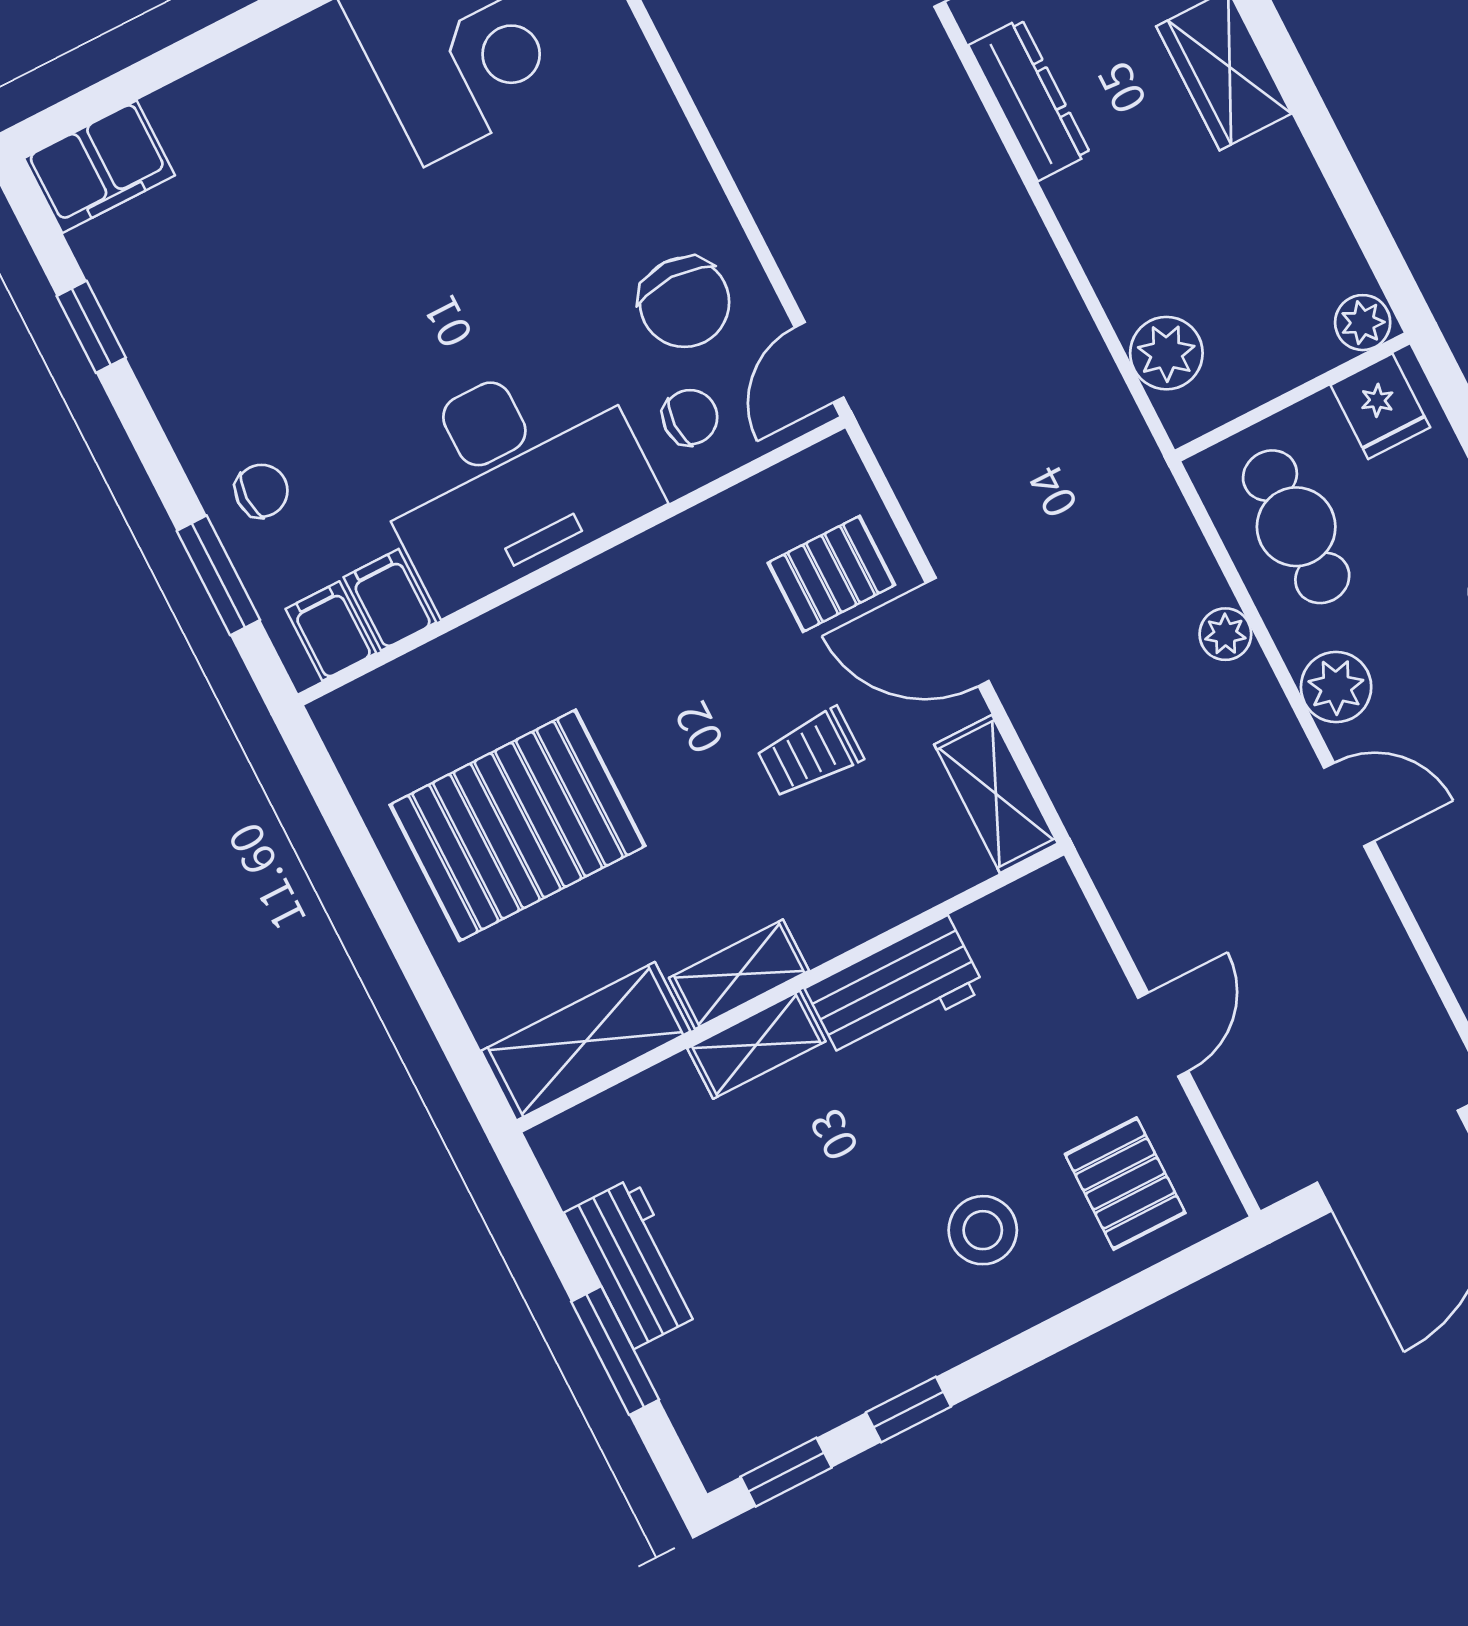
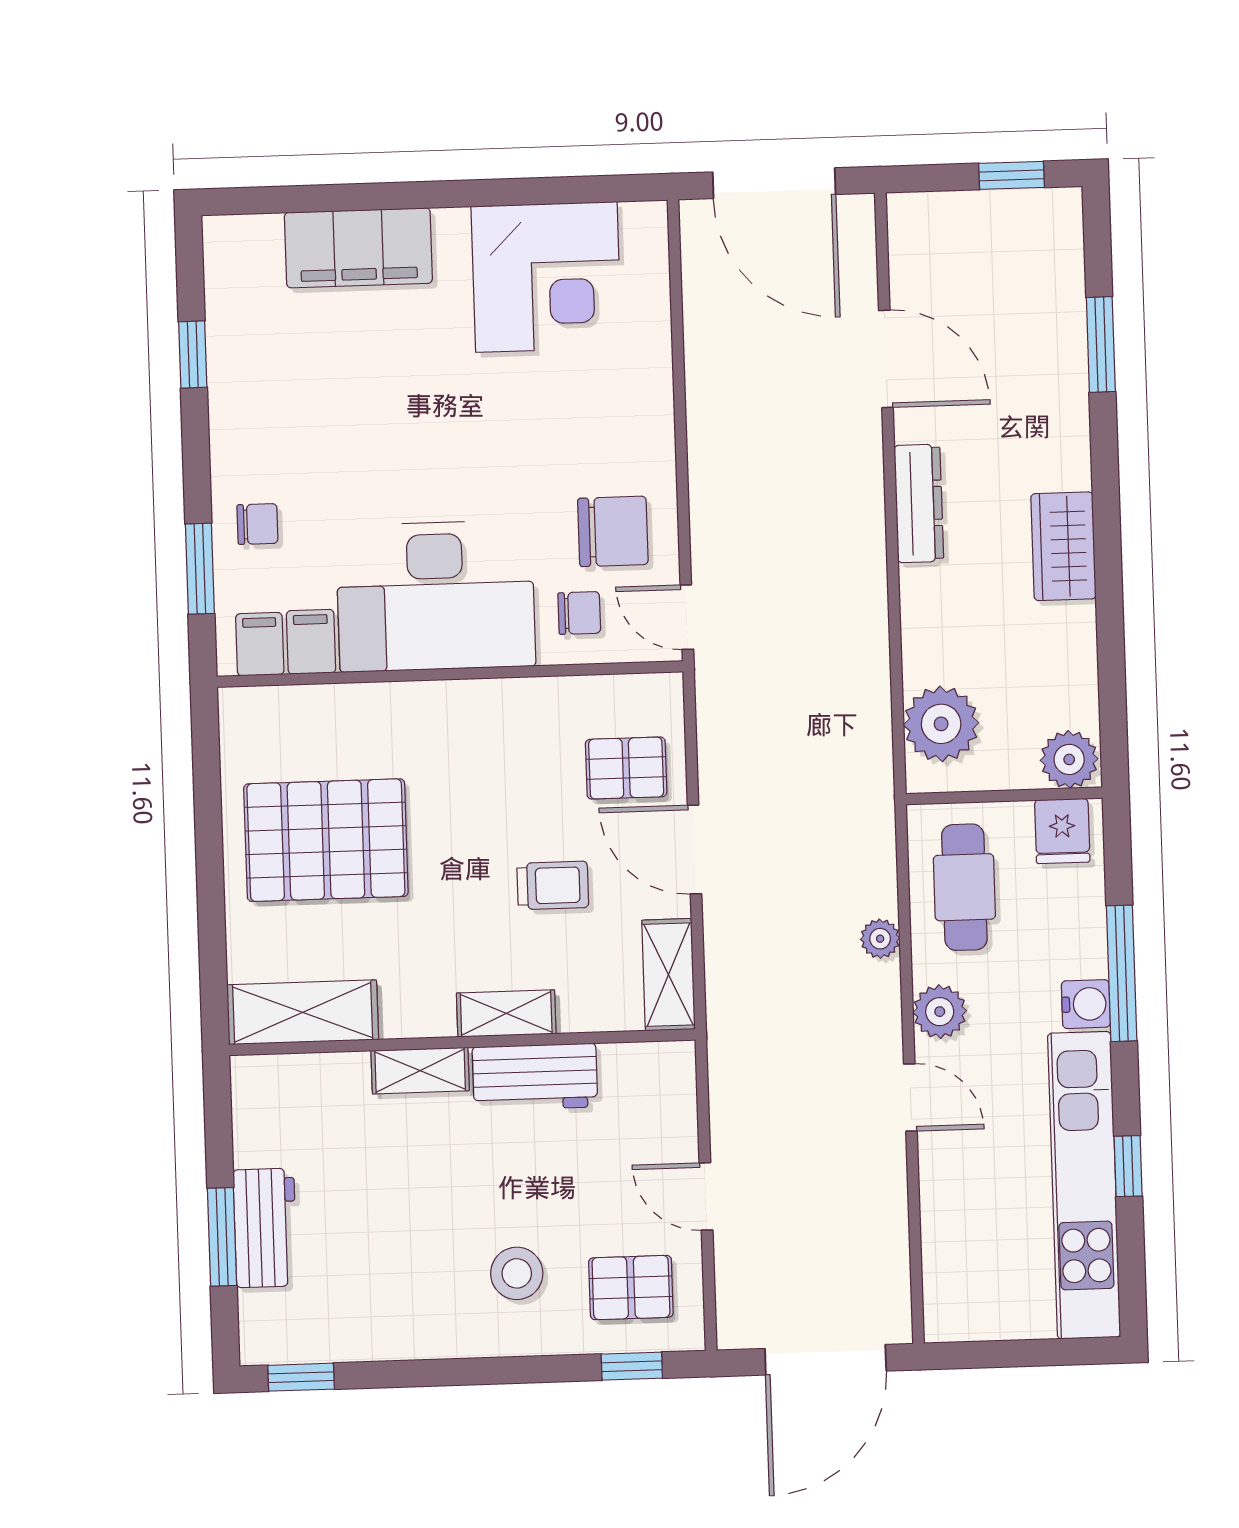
filing cabinet: (99, 167) -> (358, 248), moved, width x1.50, depth x1.17
chair: (684, 302) -> (613, 531), turned -90
plant: (1363, 323) -> (1069, 759), width x1.38, depth x1.38
plant: (1166, 353) -> (941, 724), width x1.36, depth x1.36
door: (819, 362) -> (687, 617), hinge flipped
trolley: (810, 753) -> (553, 885), turned 180
shelving: (739, 974) -> (506, 1013), moved
door: (1163, 1034) -> (706, 1196), swing flipped
pallet: (1125, 1184) -> (631, 1288), turned 90
workbench: (634, 1263) -> (265, 1228), moved
window: (908, 1409) -> (632, 1366), moved

